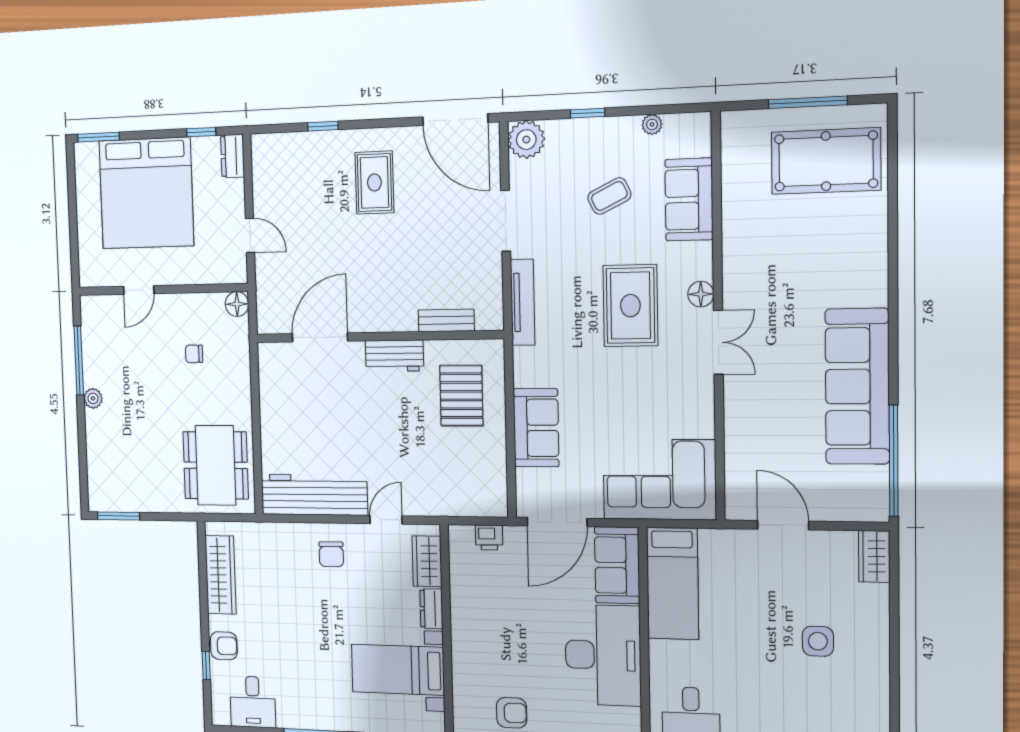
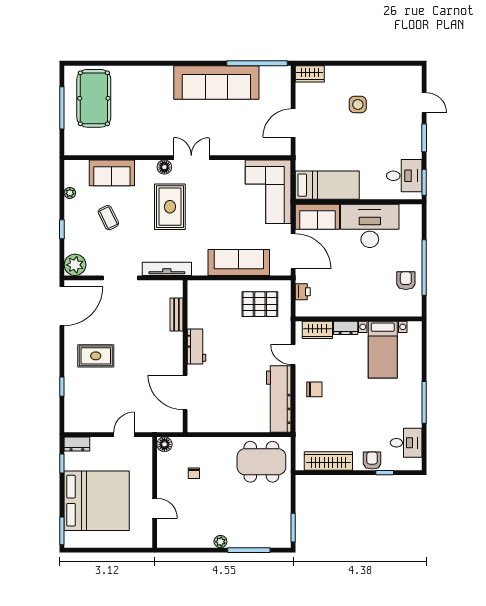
rug: (630, 306) -> (170, 207), turned 90
window: (79, 360) -> (249, 550), moved
pallet: (461, 396) -> (260, 304), moved
sofa: (536, 428) -> (239, 263), width x1.36

